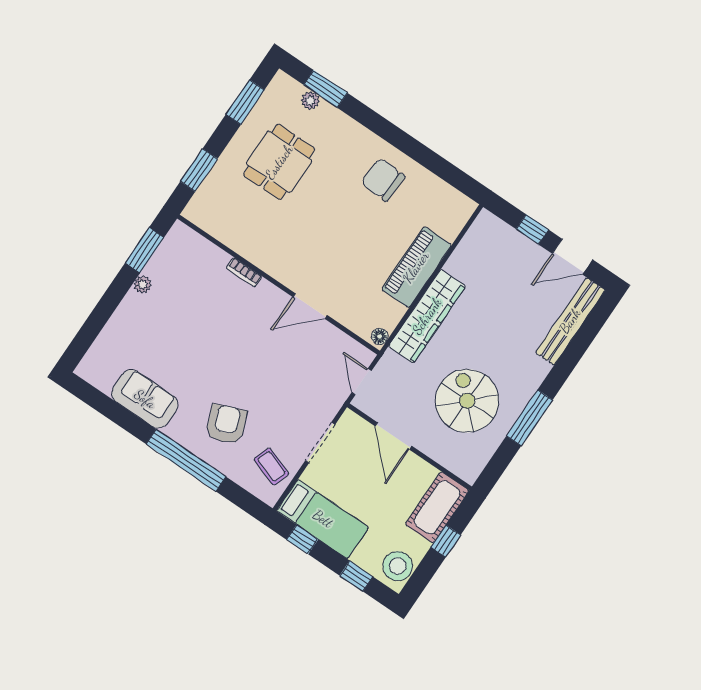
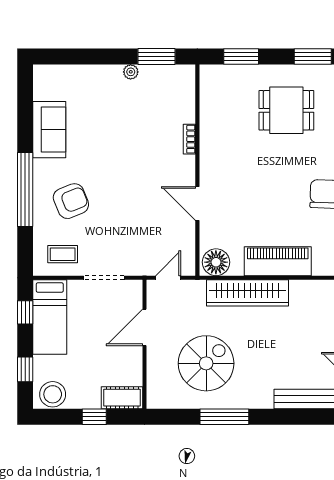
floor lamp: (380, 336) -> (216, 262), width x1.89, depth x1.89
coffee table: (271, 466) -> (63, 254), turned 71
cot: (437, 507) -> (122, 398), width x0.73, depth x0.75

